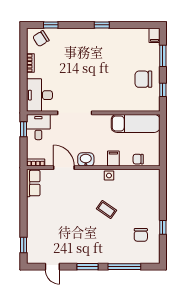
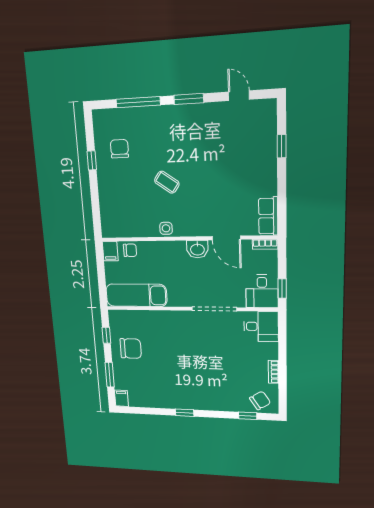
desk: (39, 95) -> (261, 326), width x0.73
filing cabinet: (113, 159) -> (110, 251), moved
window: (24, 245) -> (282, 146), moved

